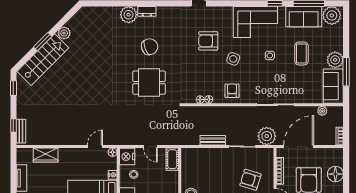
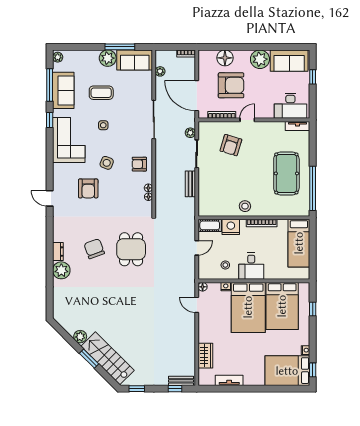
plant: (332, 15) -> (58, 57), width x0.53, depth x0.53
plant: (267, 136) -> (190, 133), width x0.53, depth x0.53
nightstand: (127, 157) -> (231, 227), moved, turned 180

